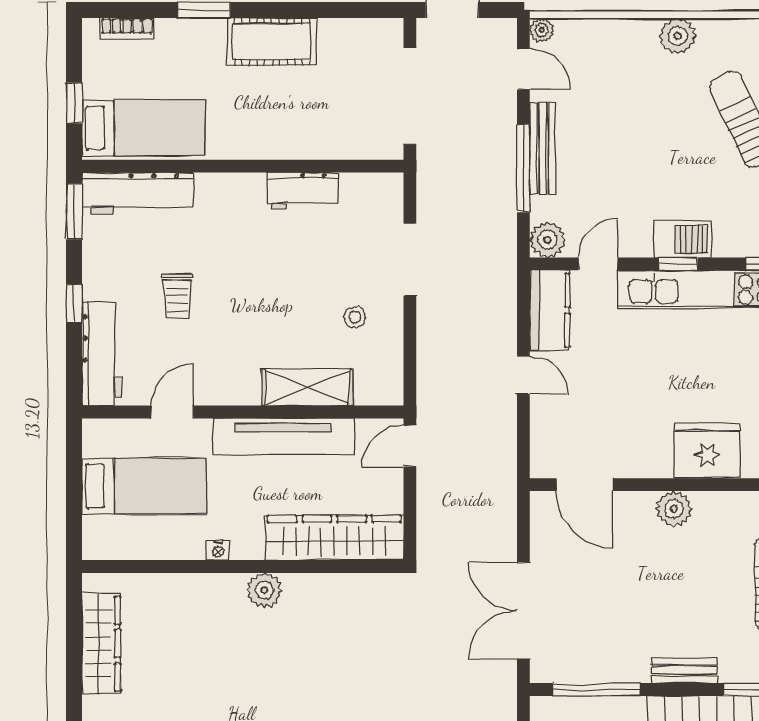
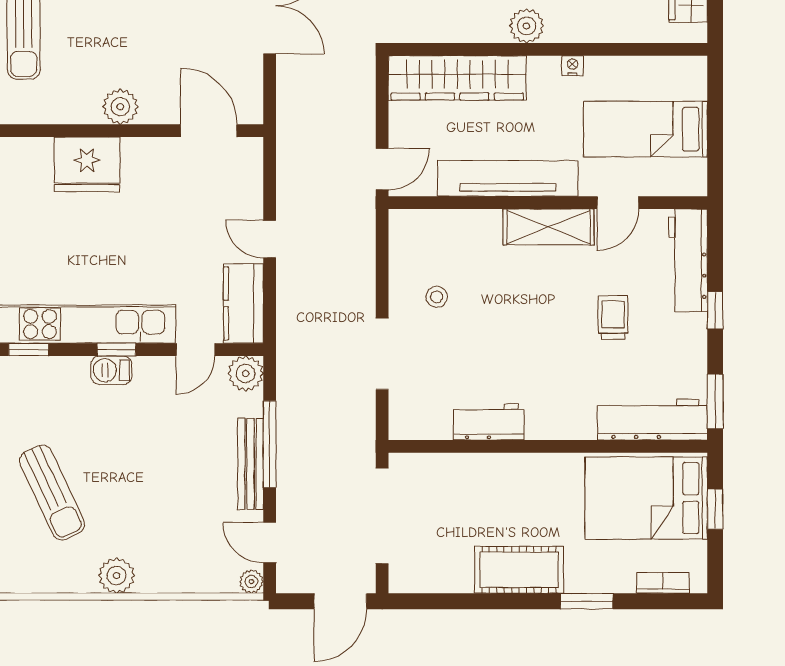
bed: (144, 128) -> (646, 498), width x1.50
barbecue: (683, 239) -> (111, 370), width x0.73, depth x0.79
shelving: (307, 387) -> (549, 227), moved

